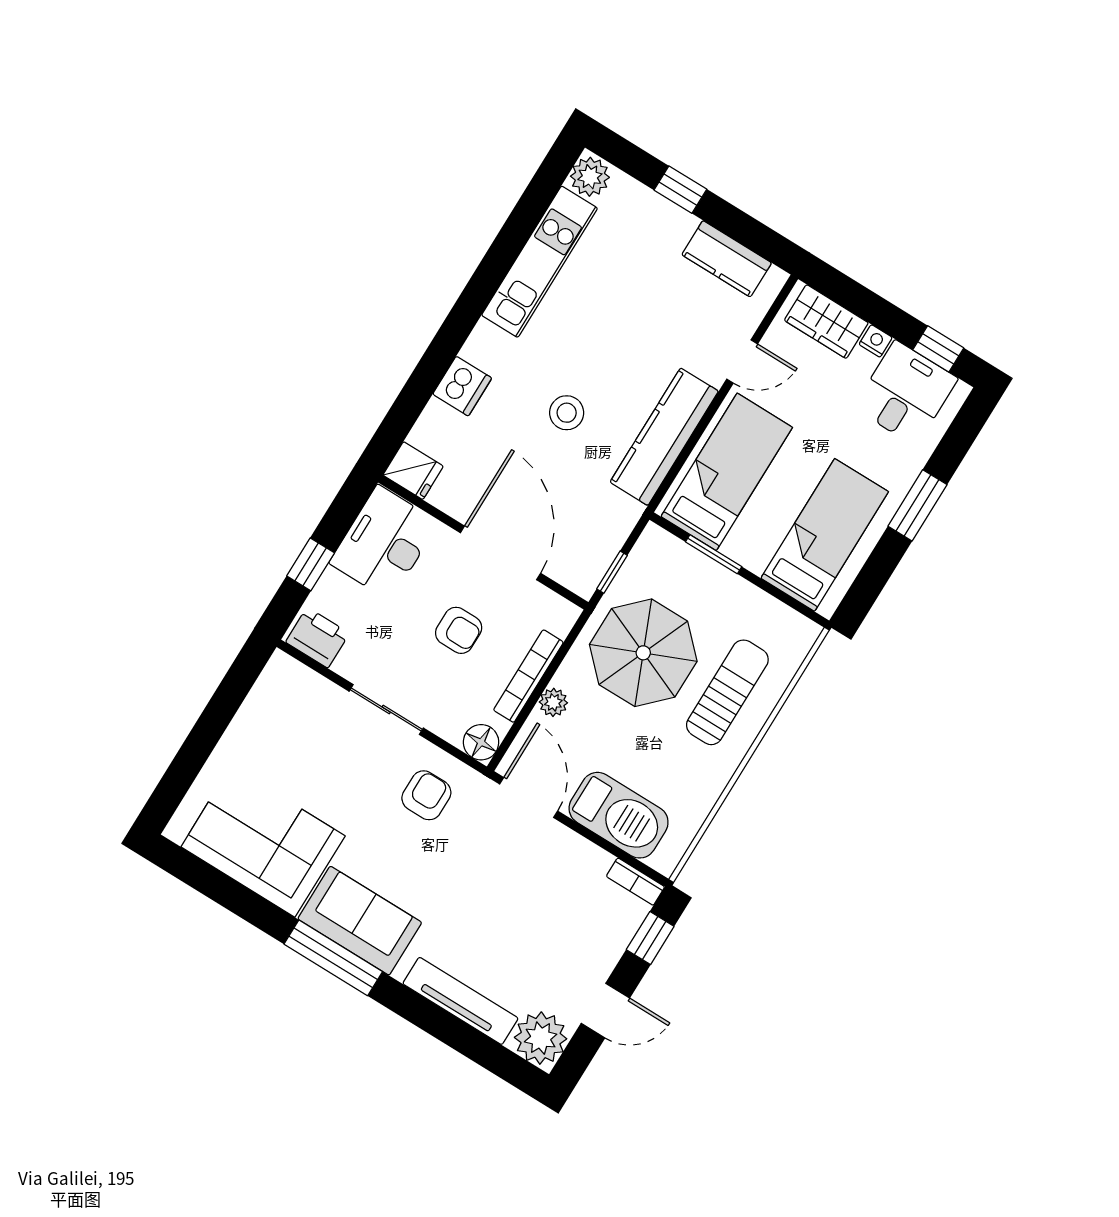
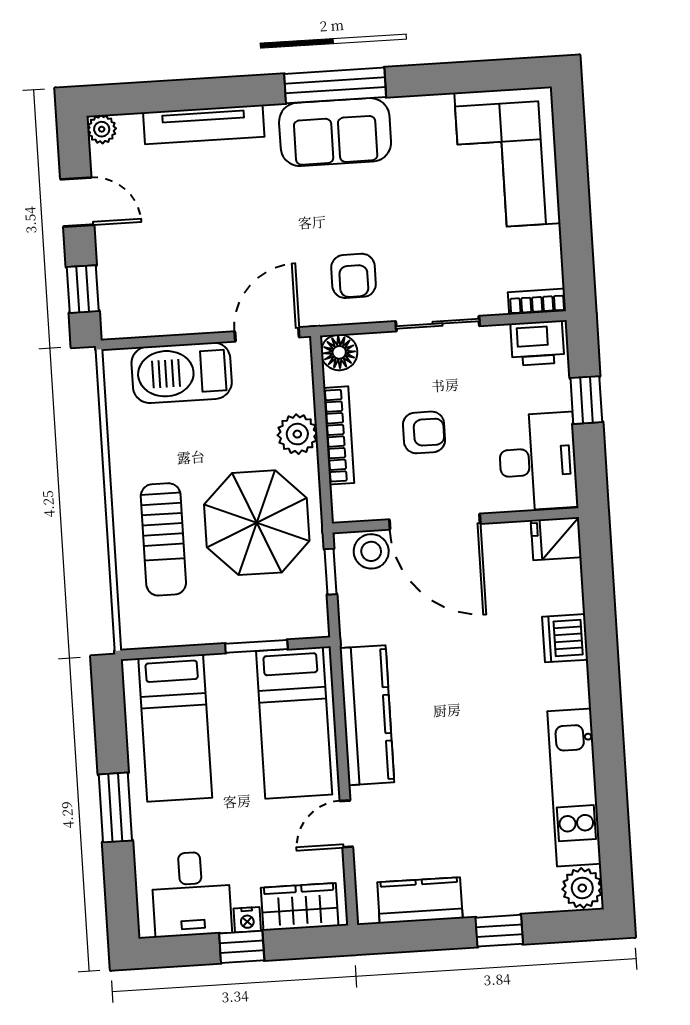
window: (938, 349) -> (242, 947), moved
stool: (567, 413) -> (371, 551), moved
armchair: (459, 630) -> (424, 432), turned 180
plant: (553, 702) -> (297, 434), width x1.38, depth x1.38
door: (529, 797) -> (267, 334), swing flipped
corner sofa: (263, 841) -> (507, 158), moved, turned 90
bookcase: (635, 882) -> (537, 302), moved
door: (605, 1011) -> (77, 202), swing flipped
plant: (541, 1038) -> (102, 129), width x0.53, depth x0.53

